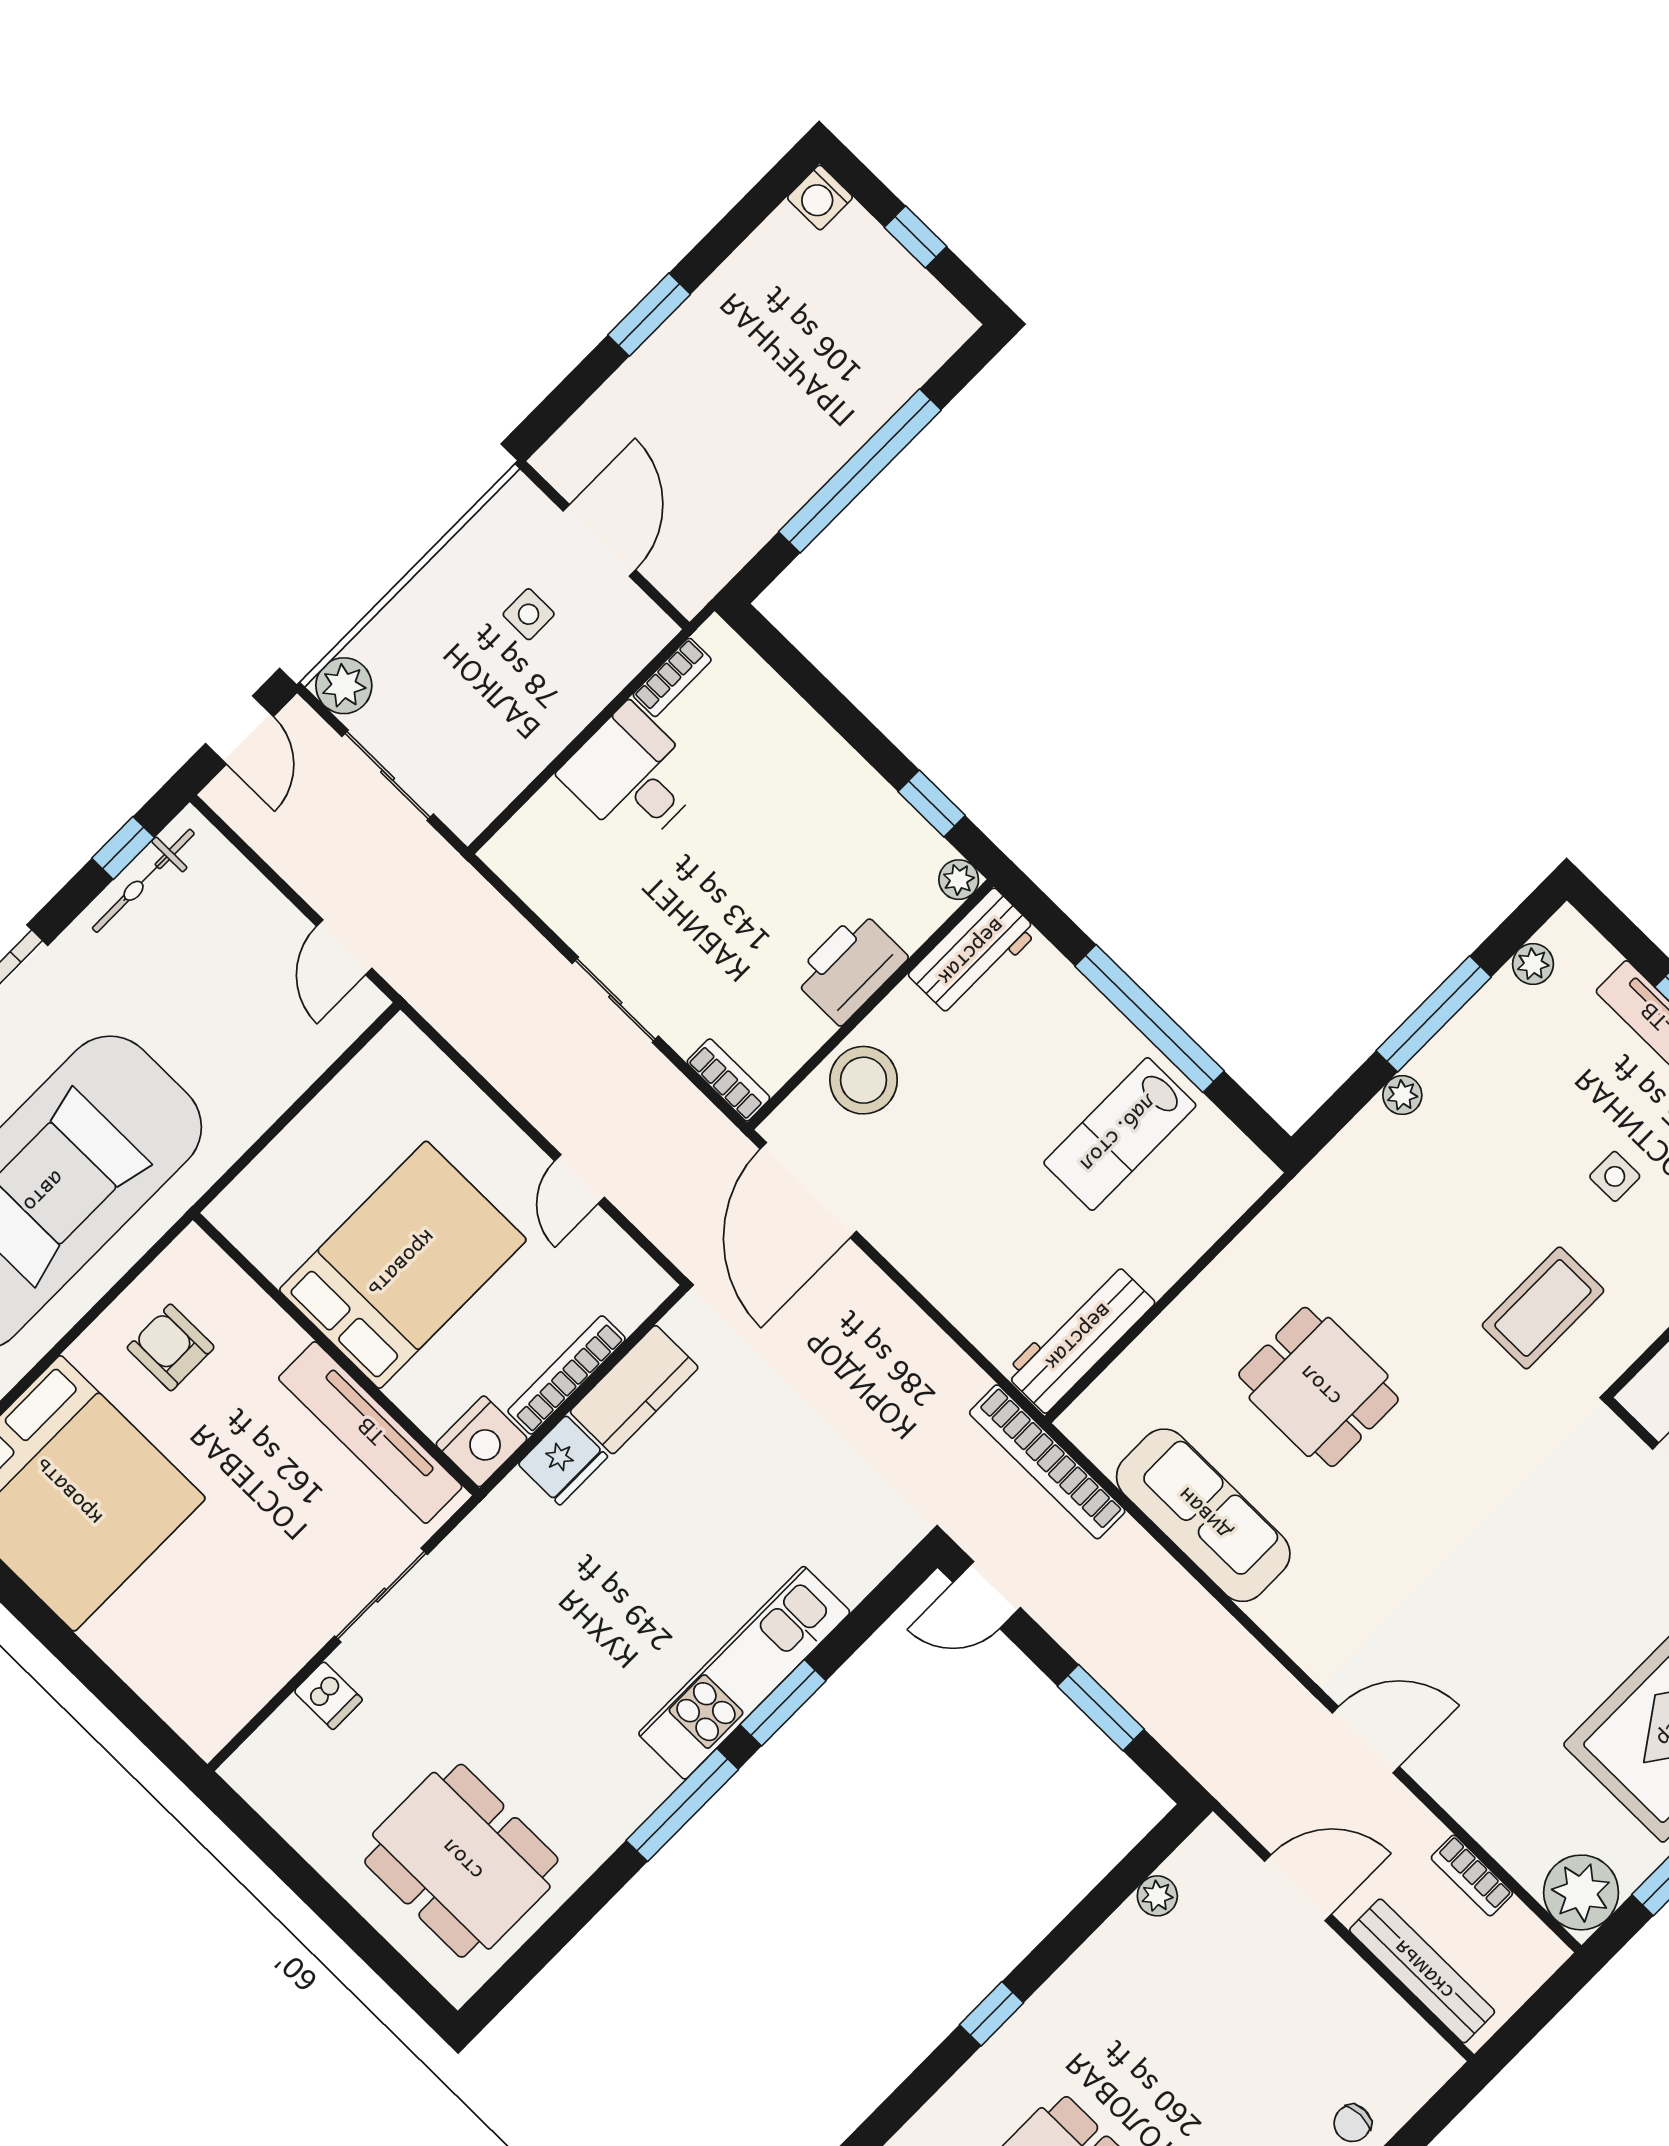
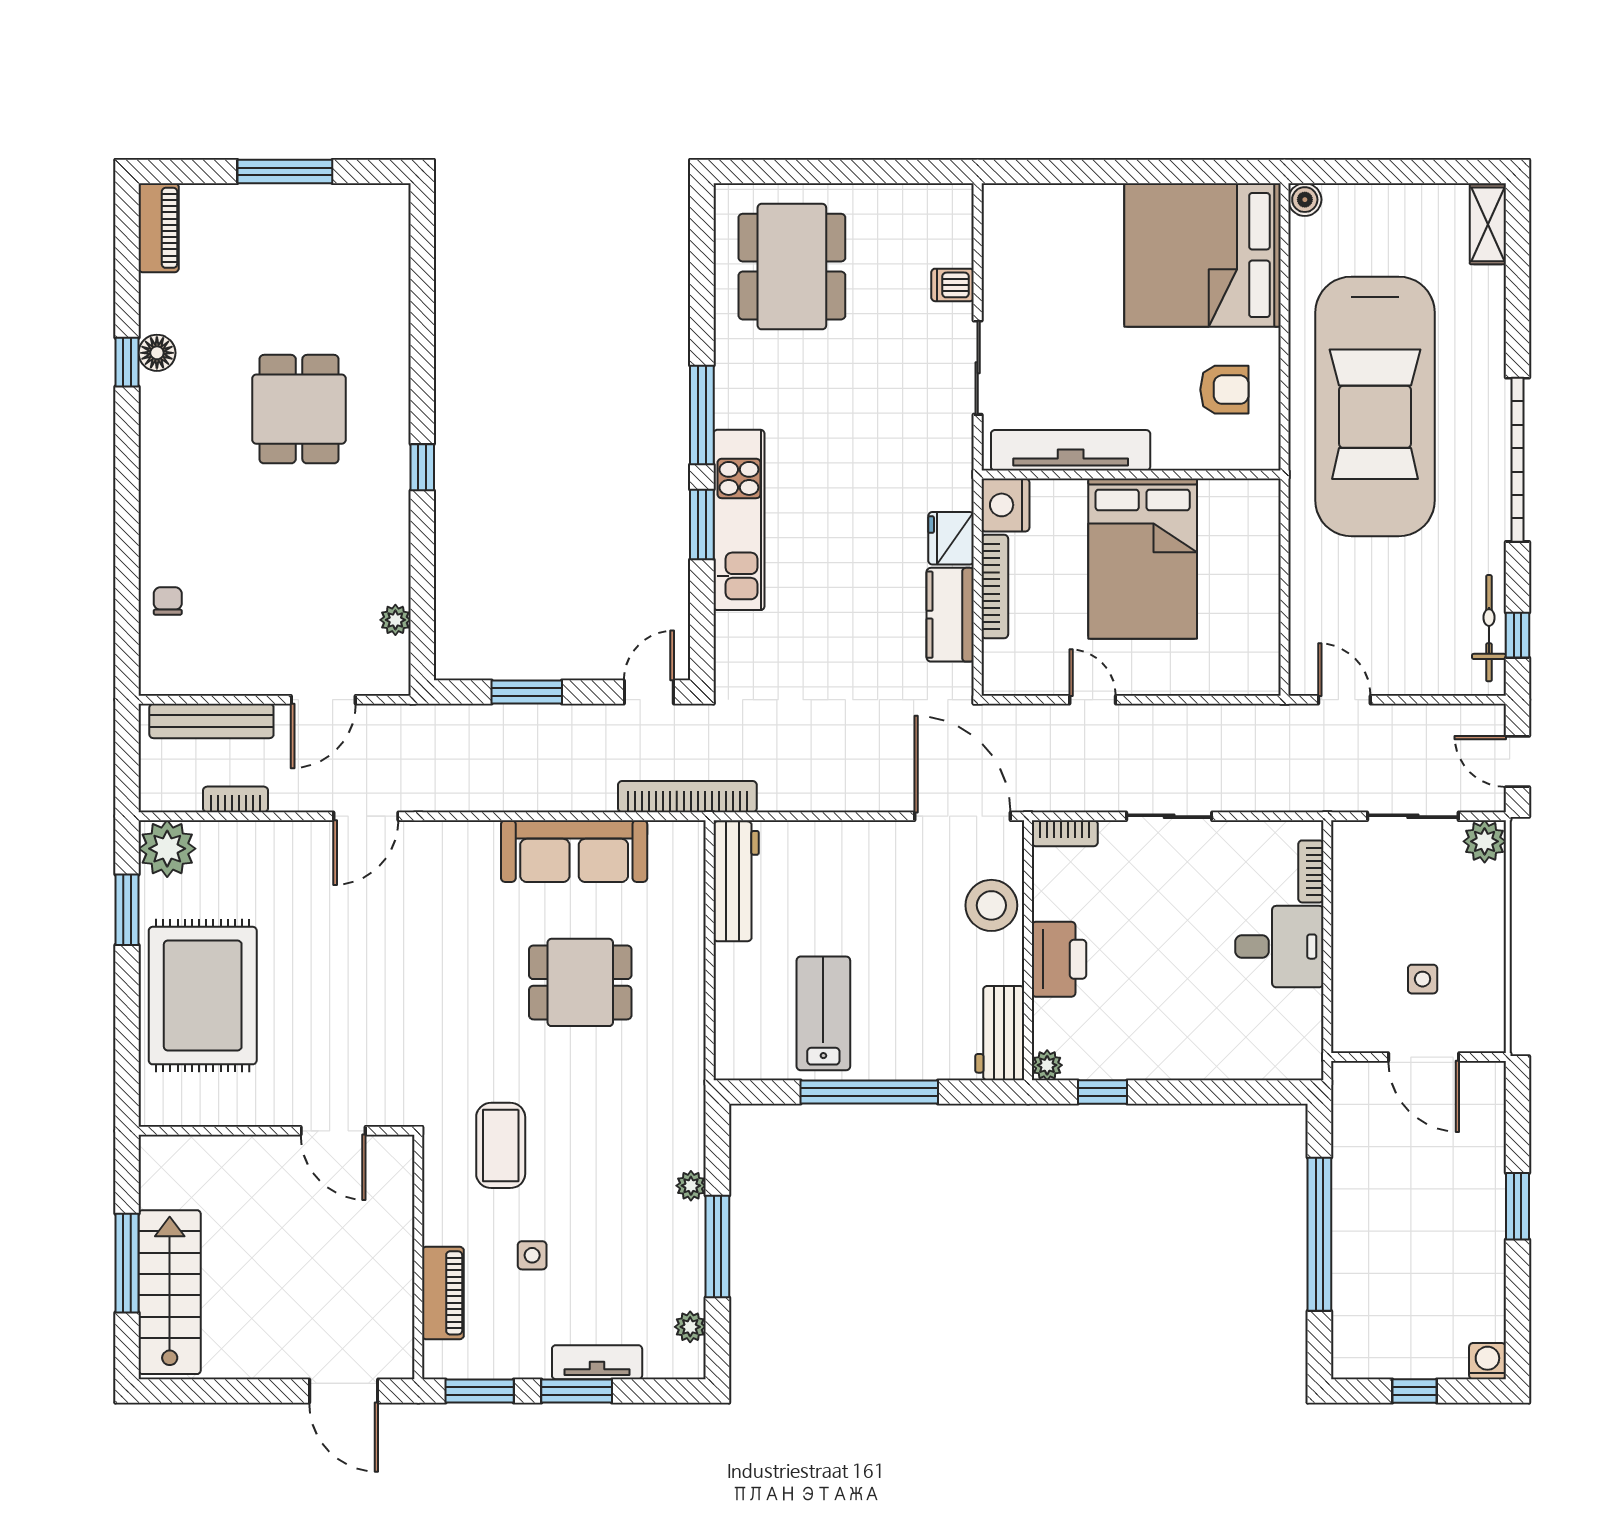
bookcase: (672, 677) -> (1311, 871), moved
dining table: (461, 1861) -> (792, 267), turned 90

